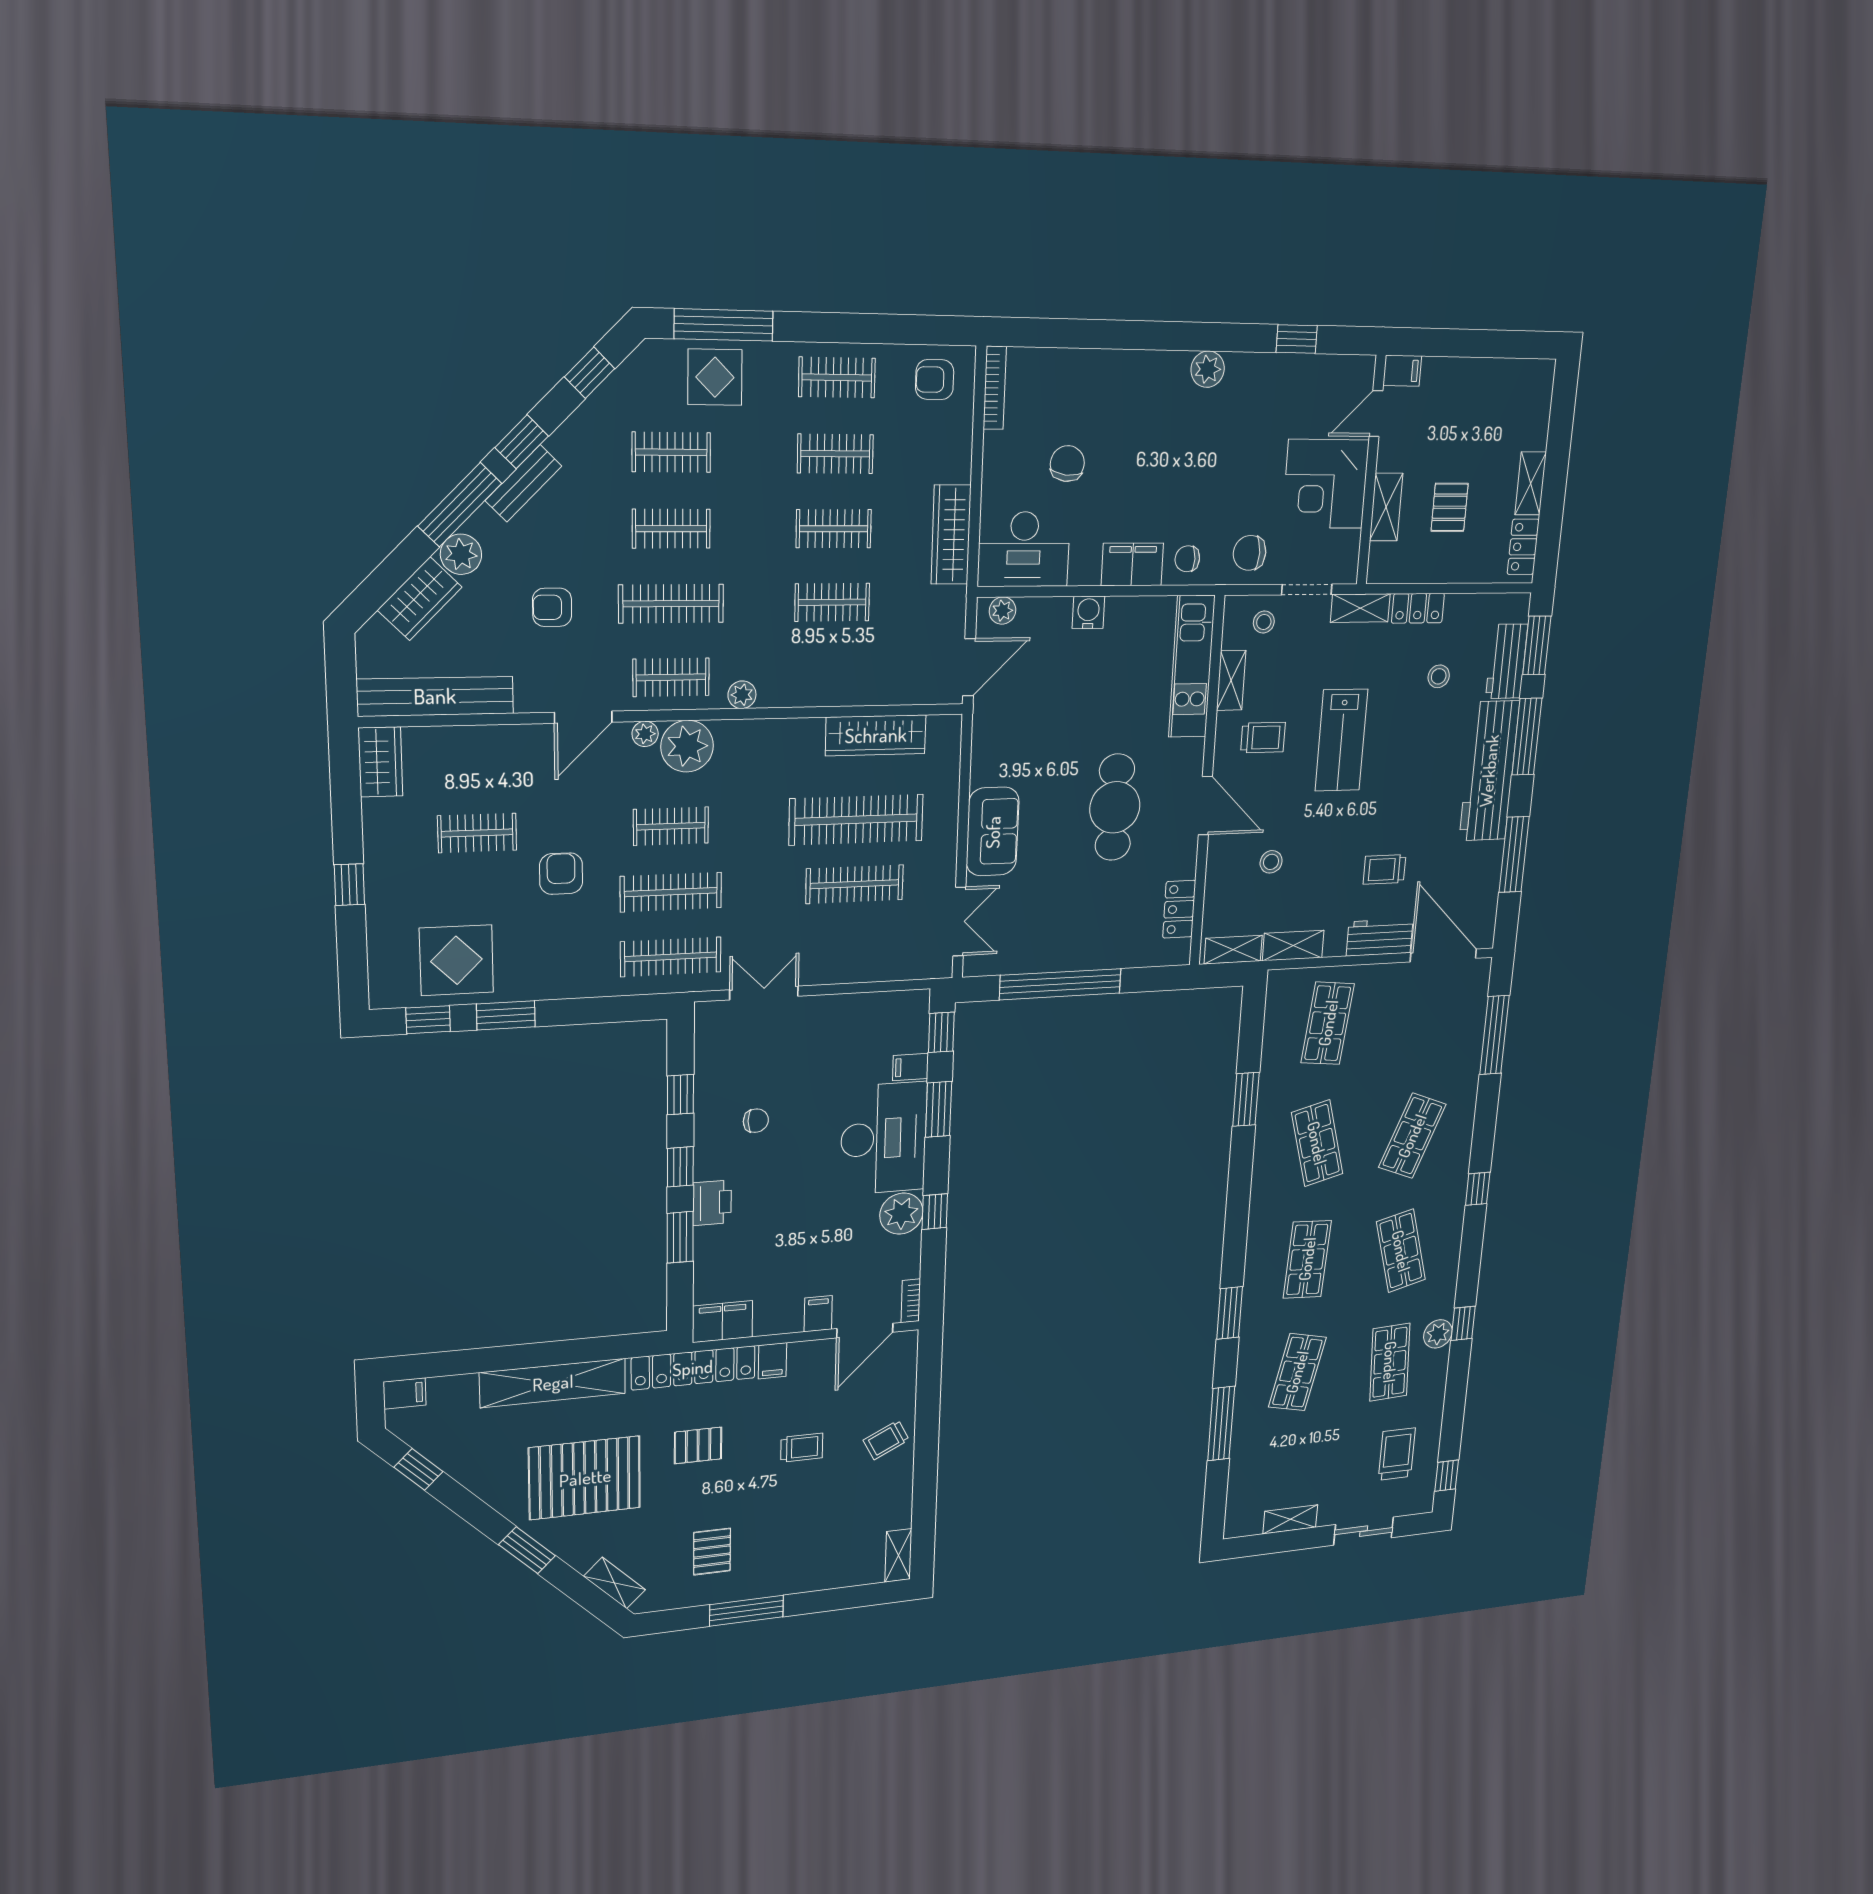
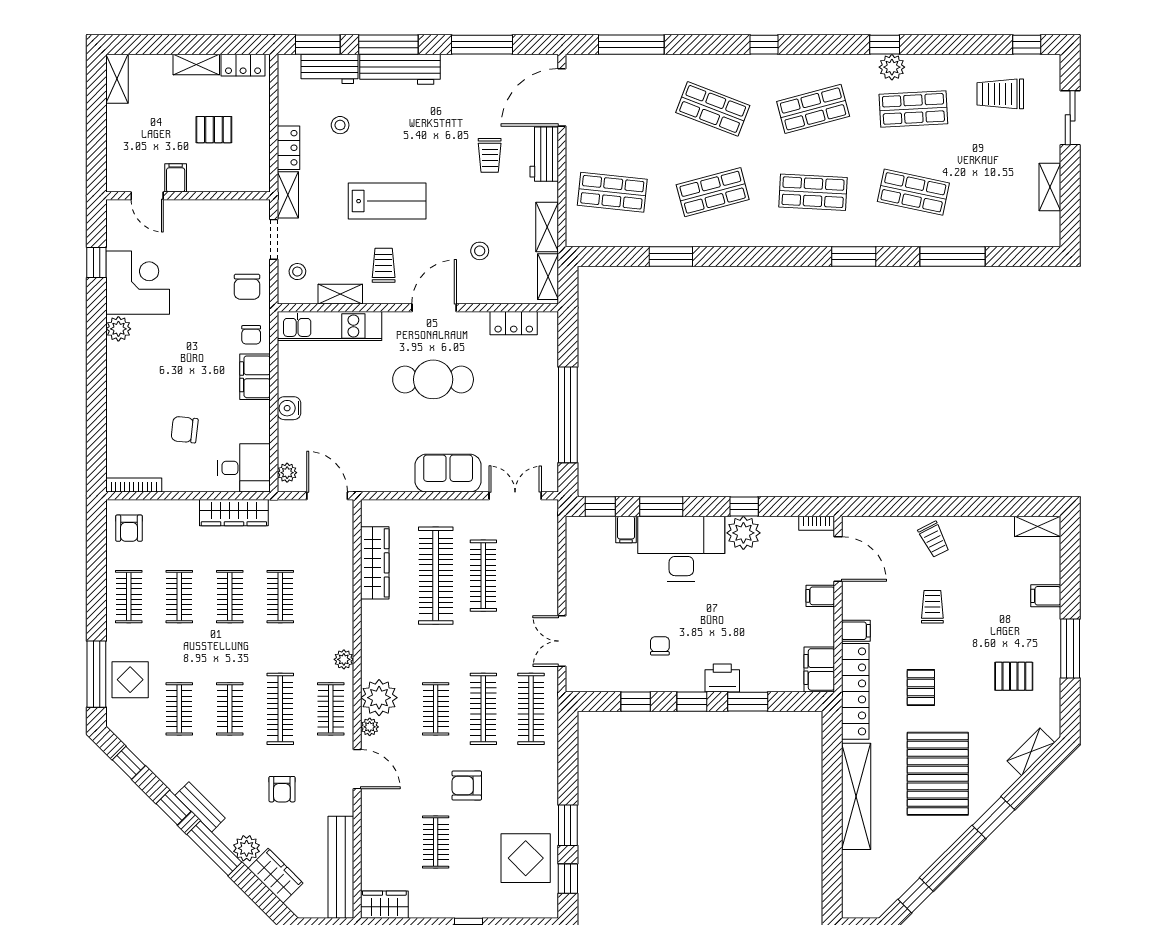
filing cabinet: (1402, 371) -> (176, 178), moved
corner desk: (1326, 484) -> (138, 283), moved, turned -90
shelving: (1386, 507) -> (117, 79), moved, turned 90
desk: (1024, 549) -> (244, 468), width x0.73
workbench: (1489, 771) -> (400, 69), width x0.73, depth x0.76
filing cabinet: (405, 1393) -> (1046, 596), moved, turned -90

